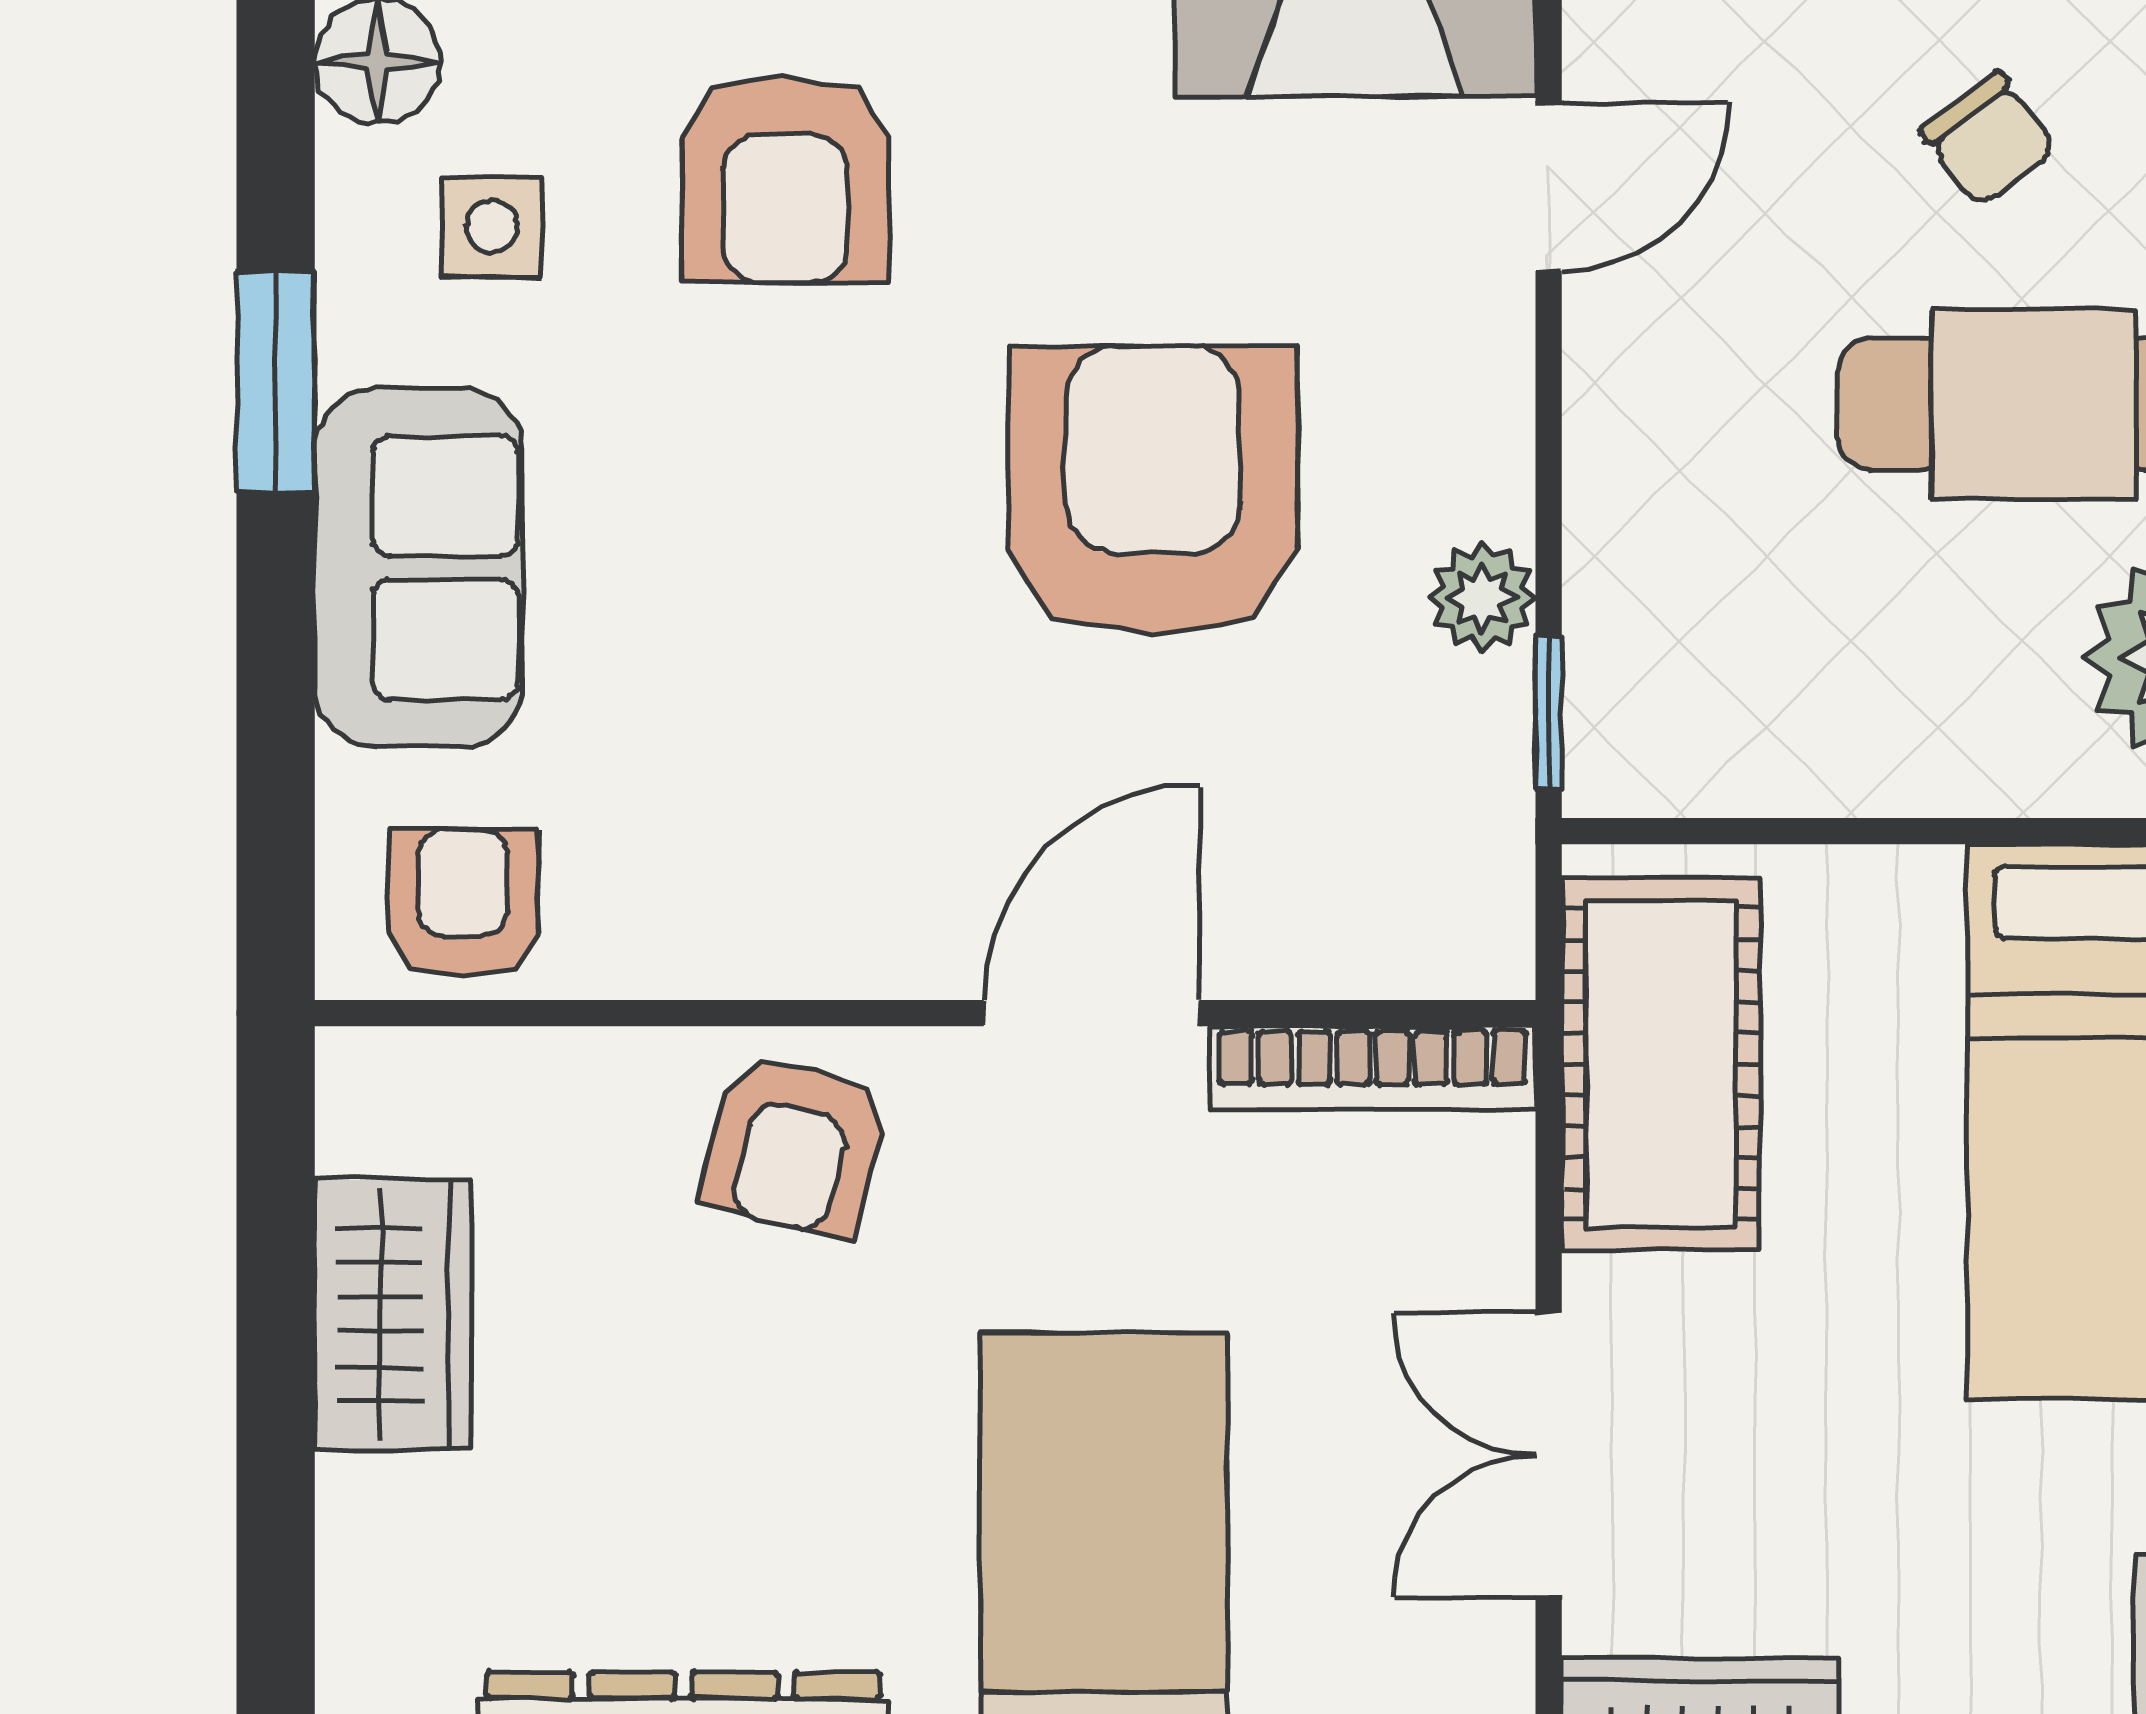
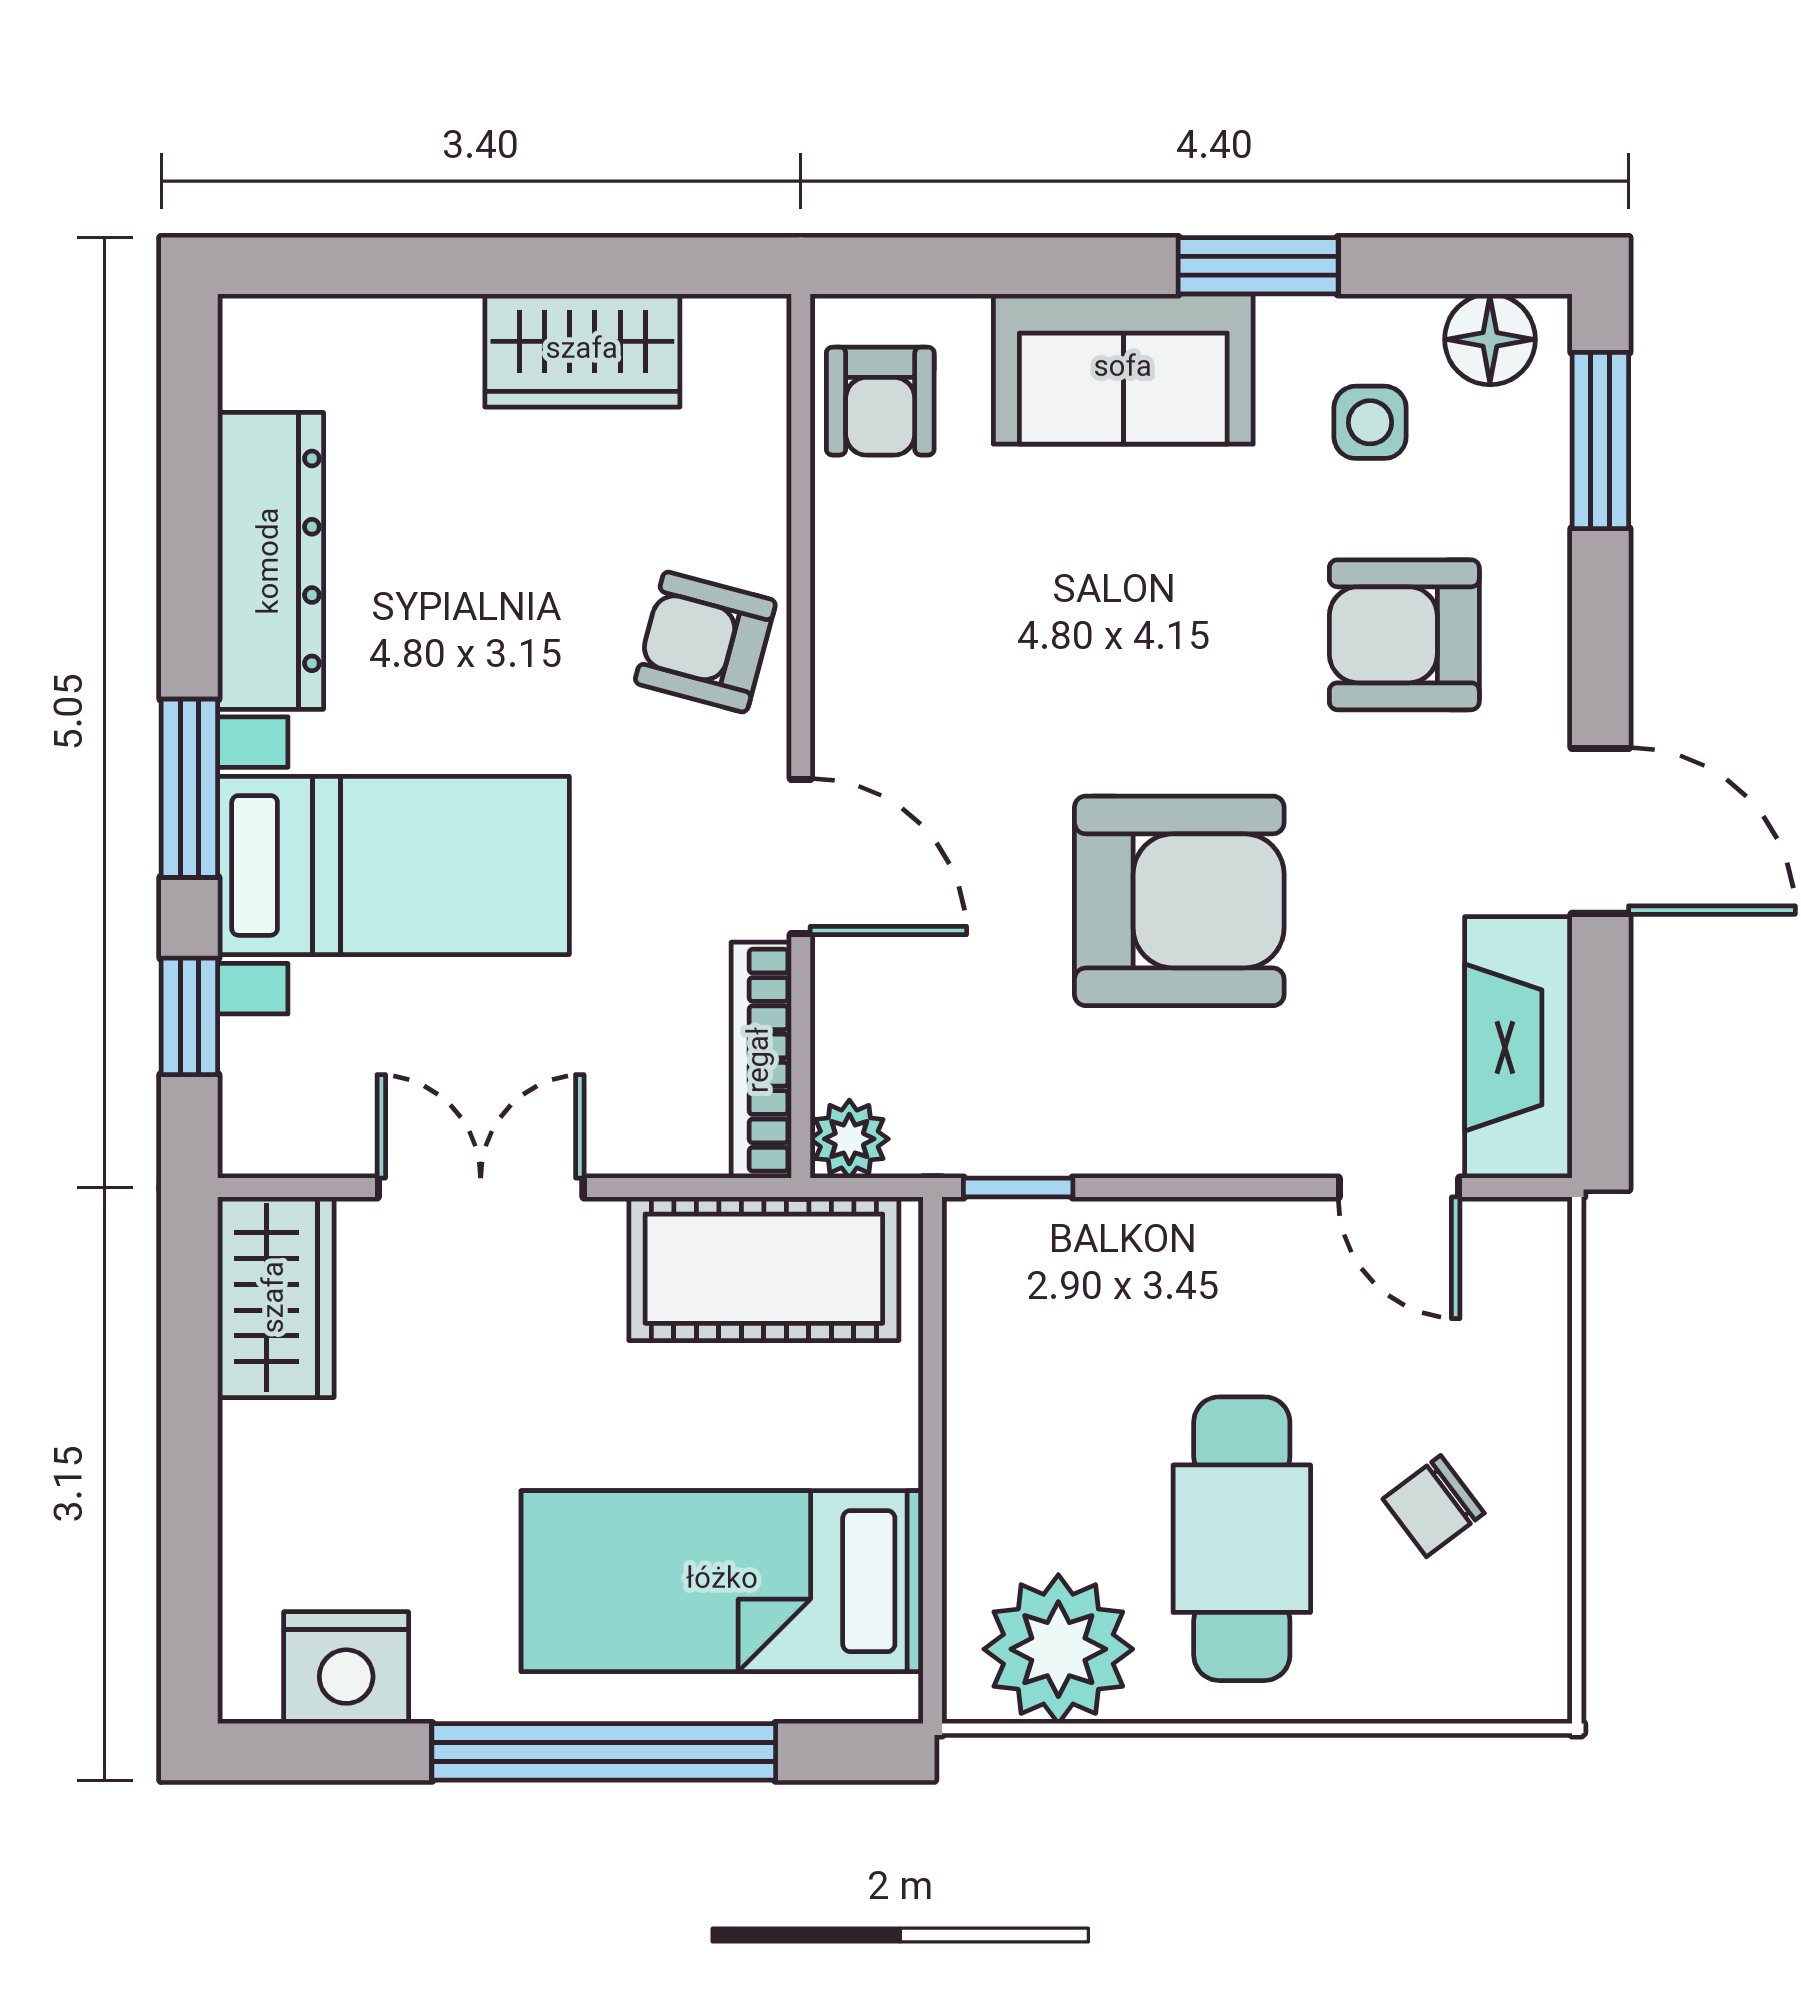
plant: (1482, 598) -> (849, 1139), moved
armchair: (463, 903) -> (880, 401), turned 90

